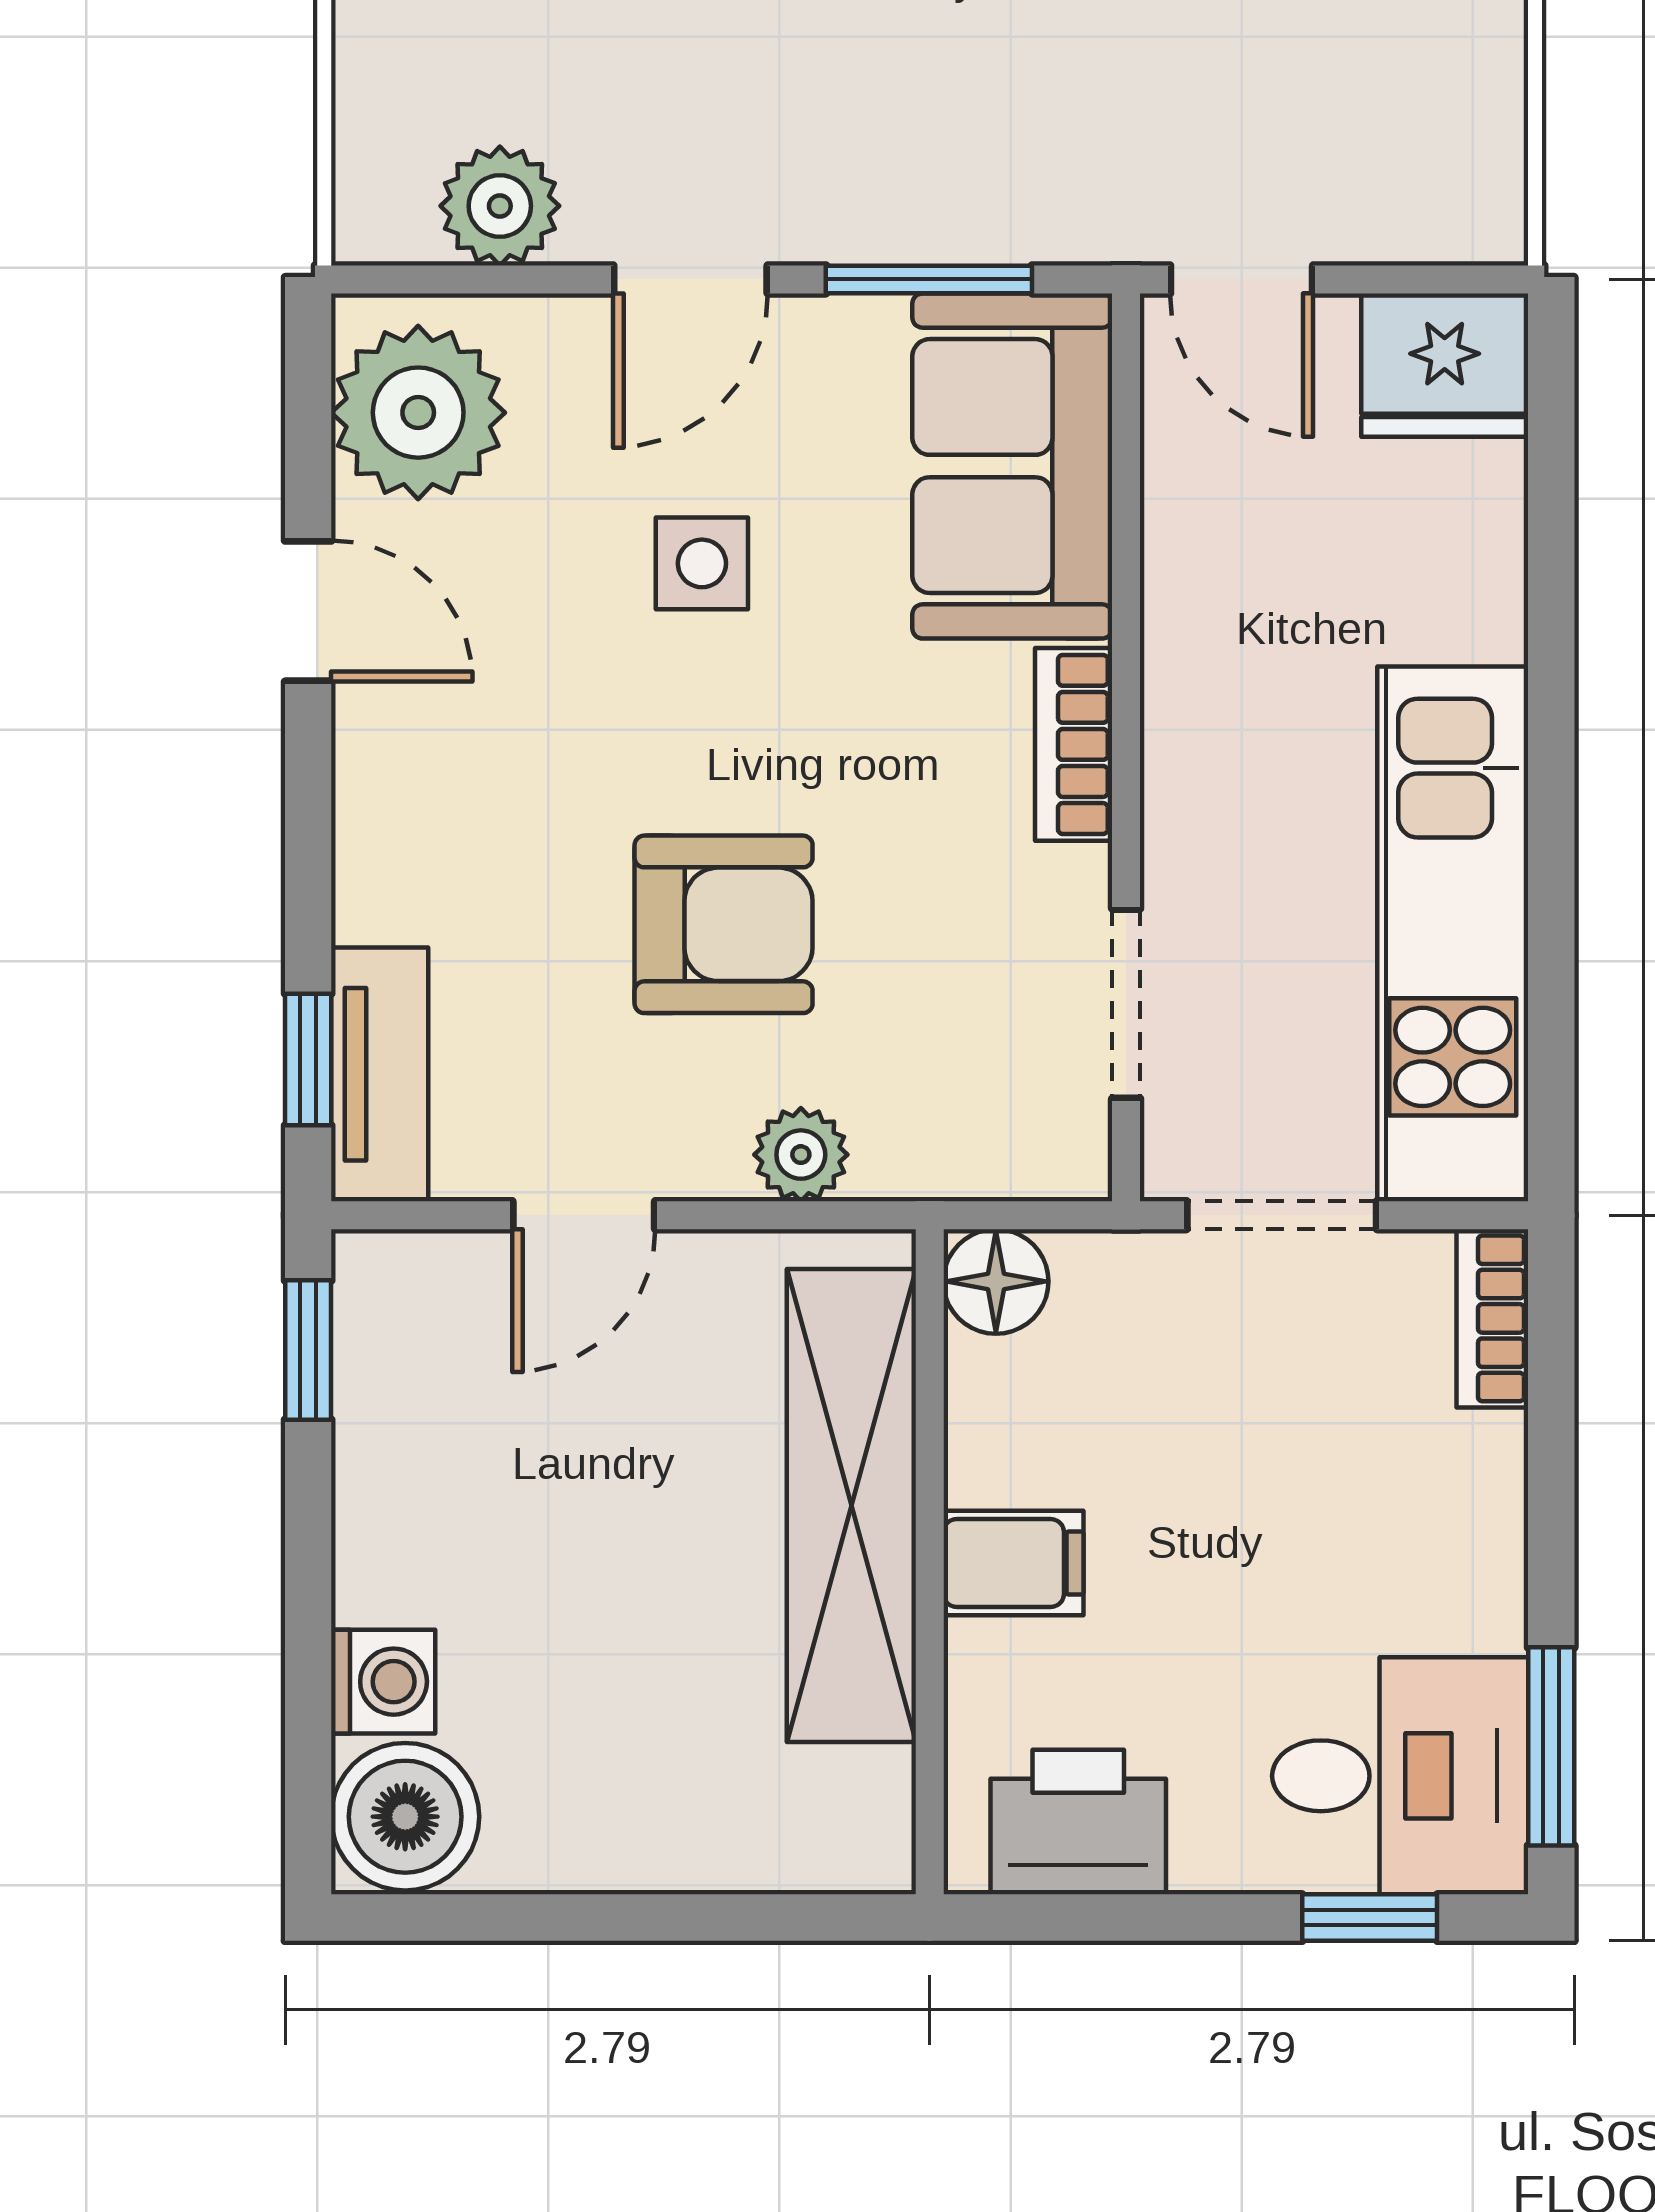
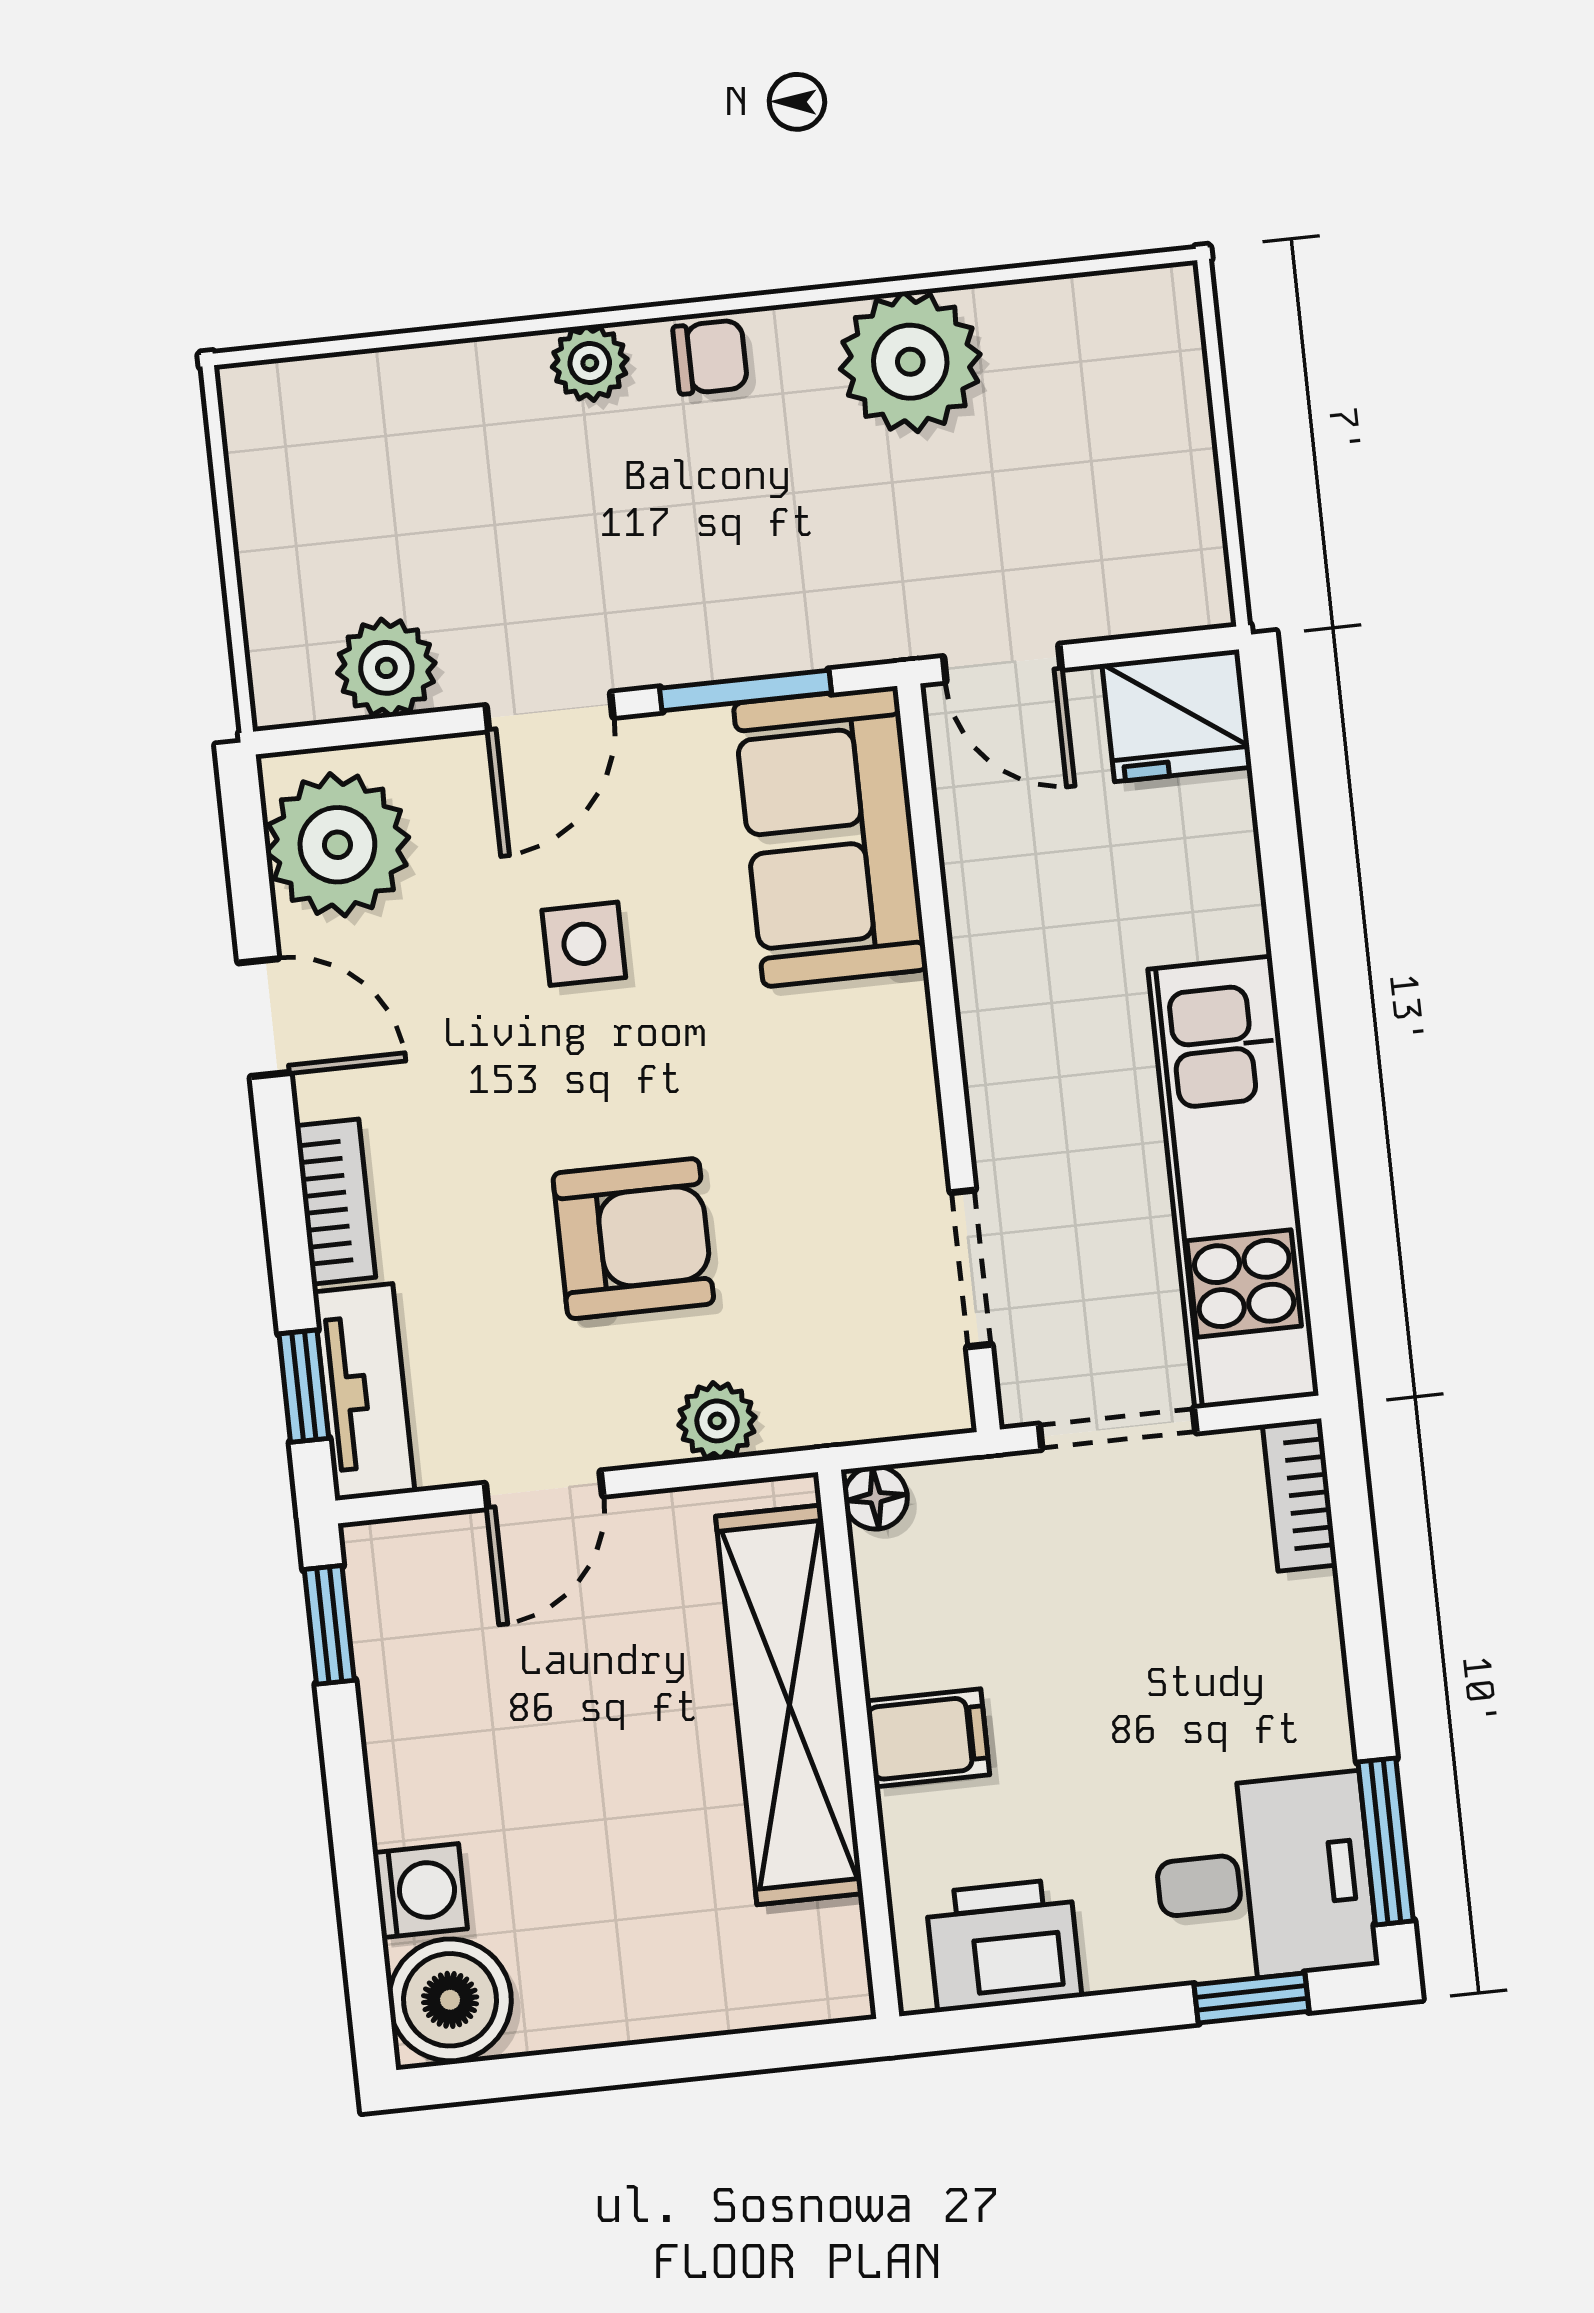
bookcase: (1074, 744) -> (335, 1202), moved, turned 180
floor lamp: (996, 1281) -> (876, 1498), width x0.73, depth x0.73

